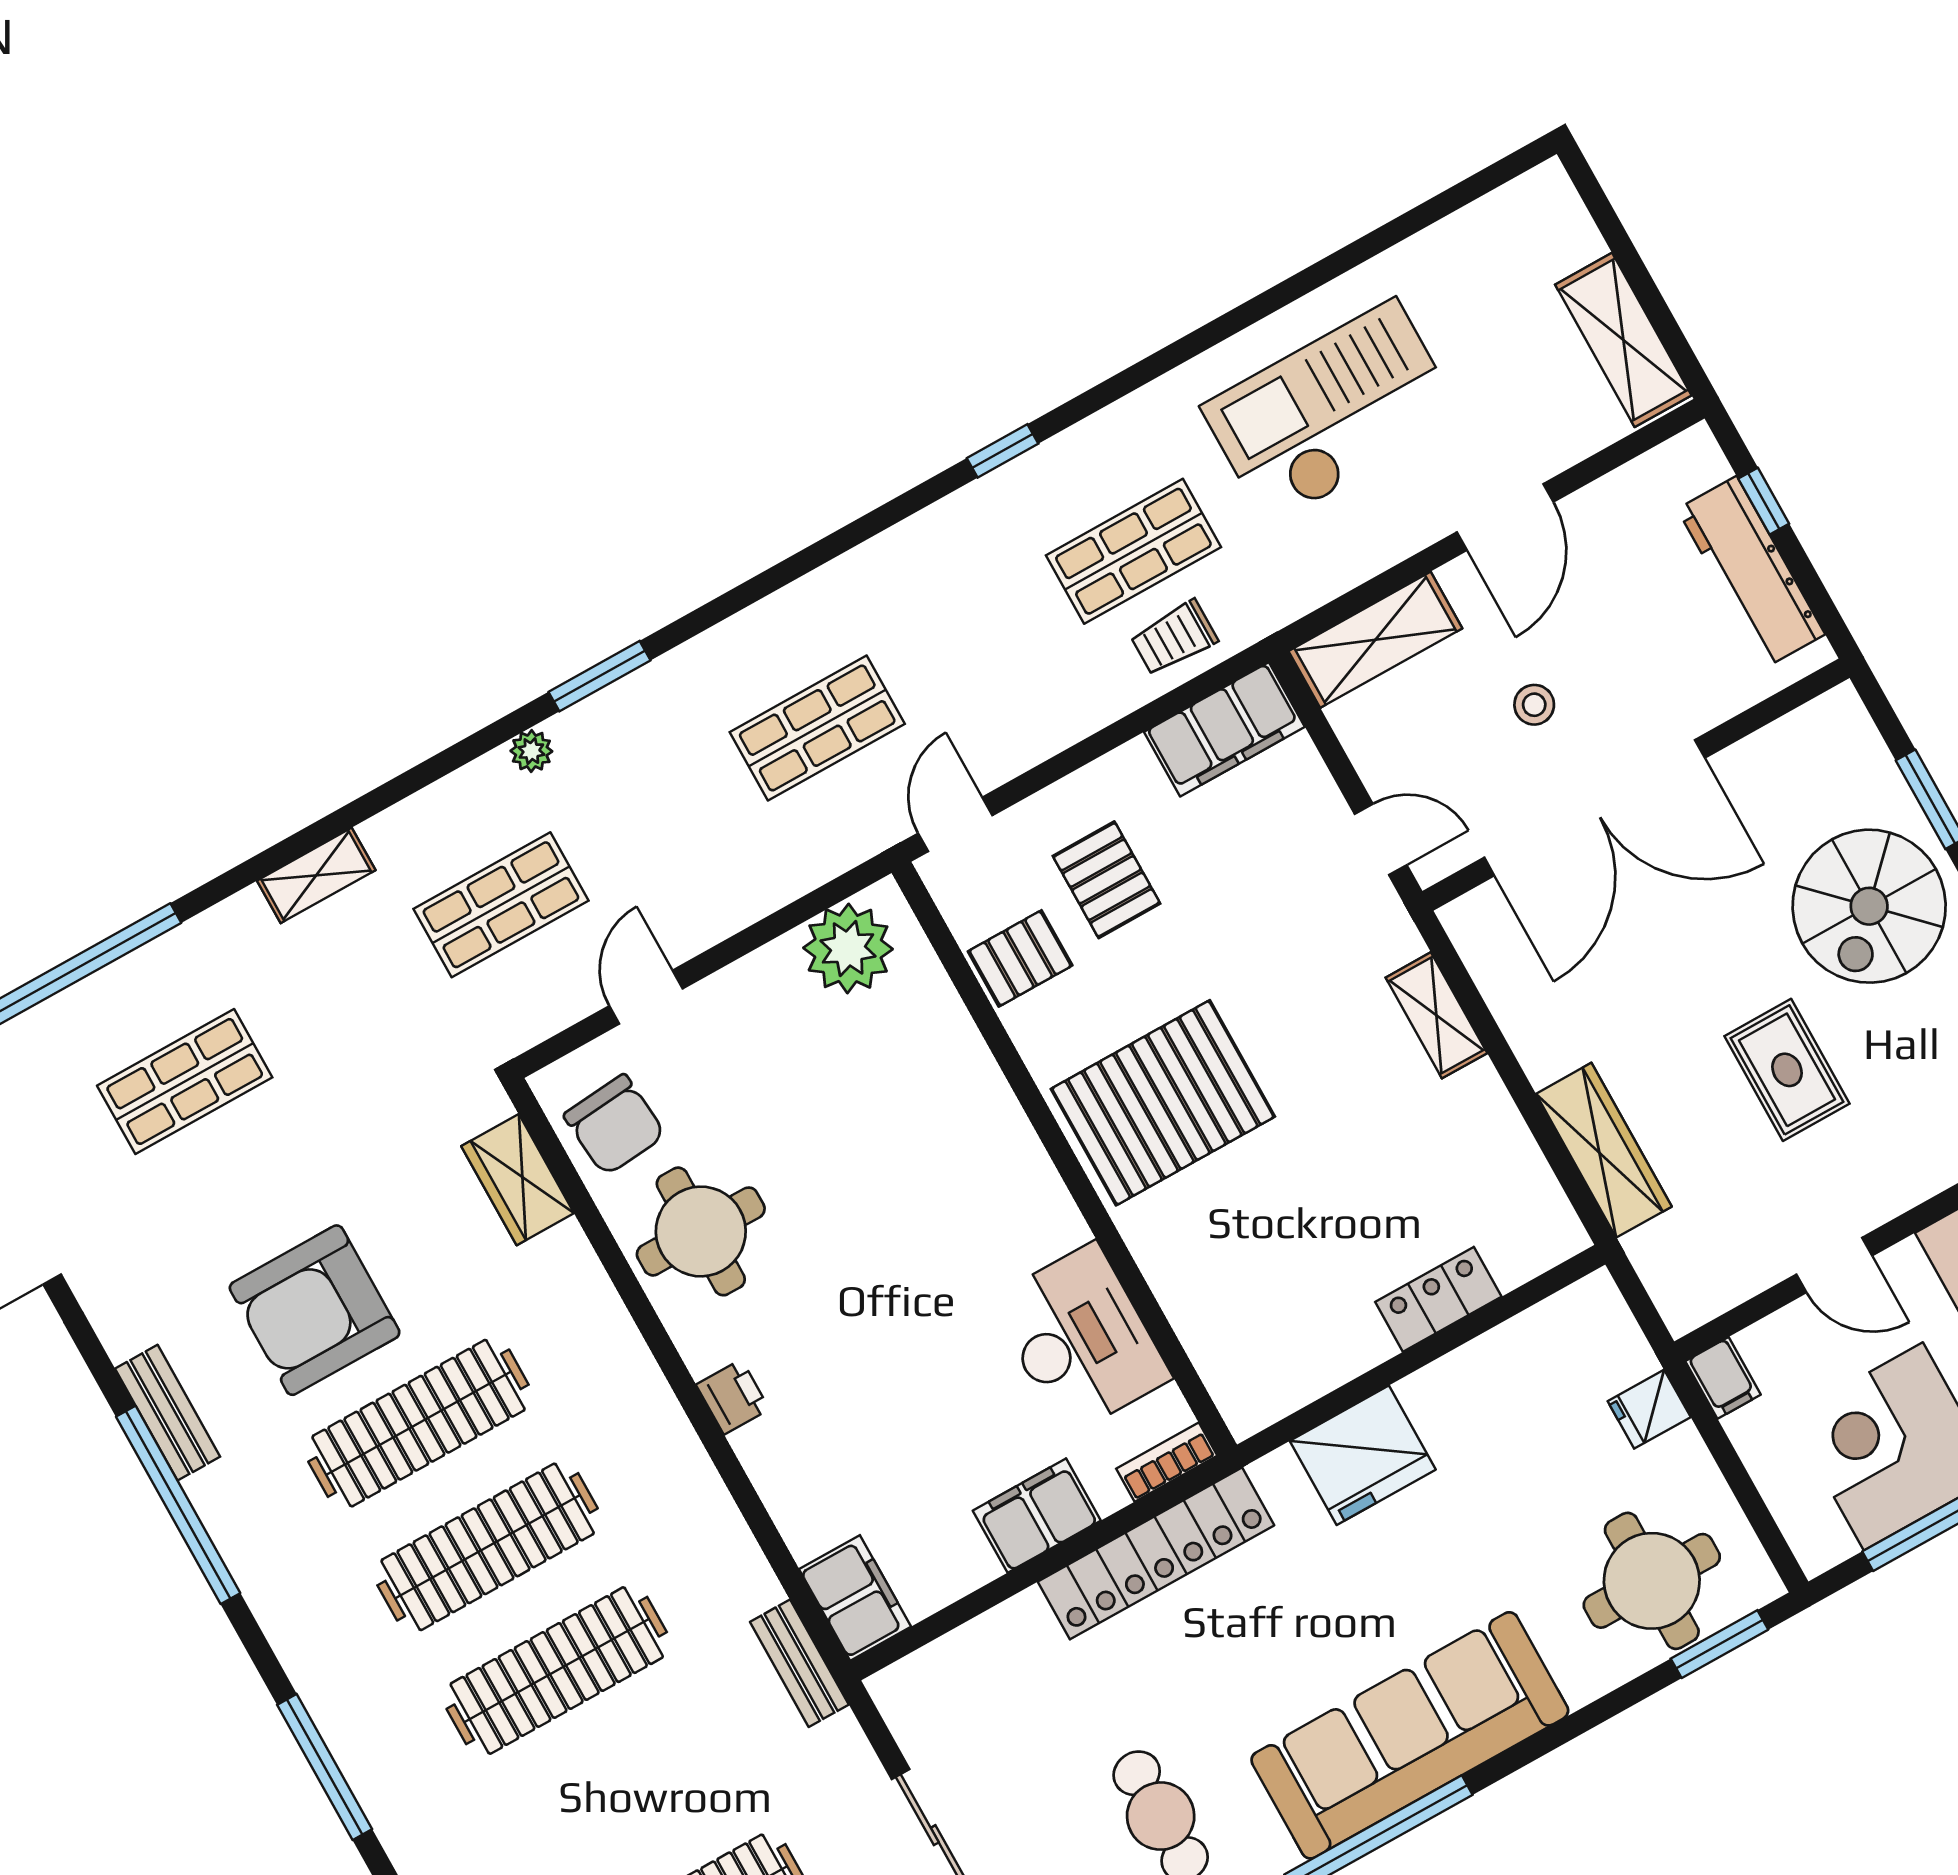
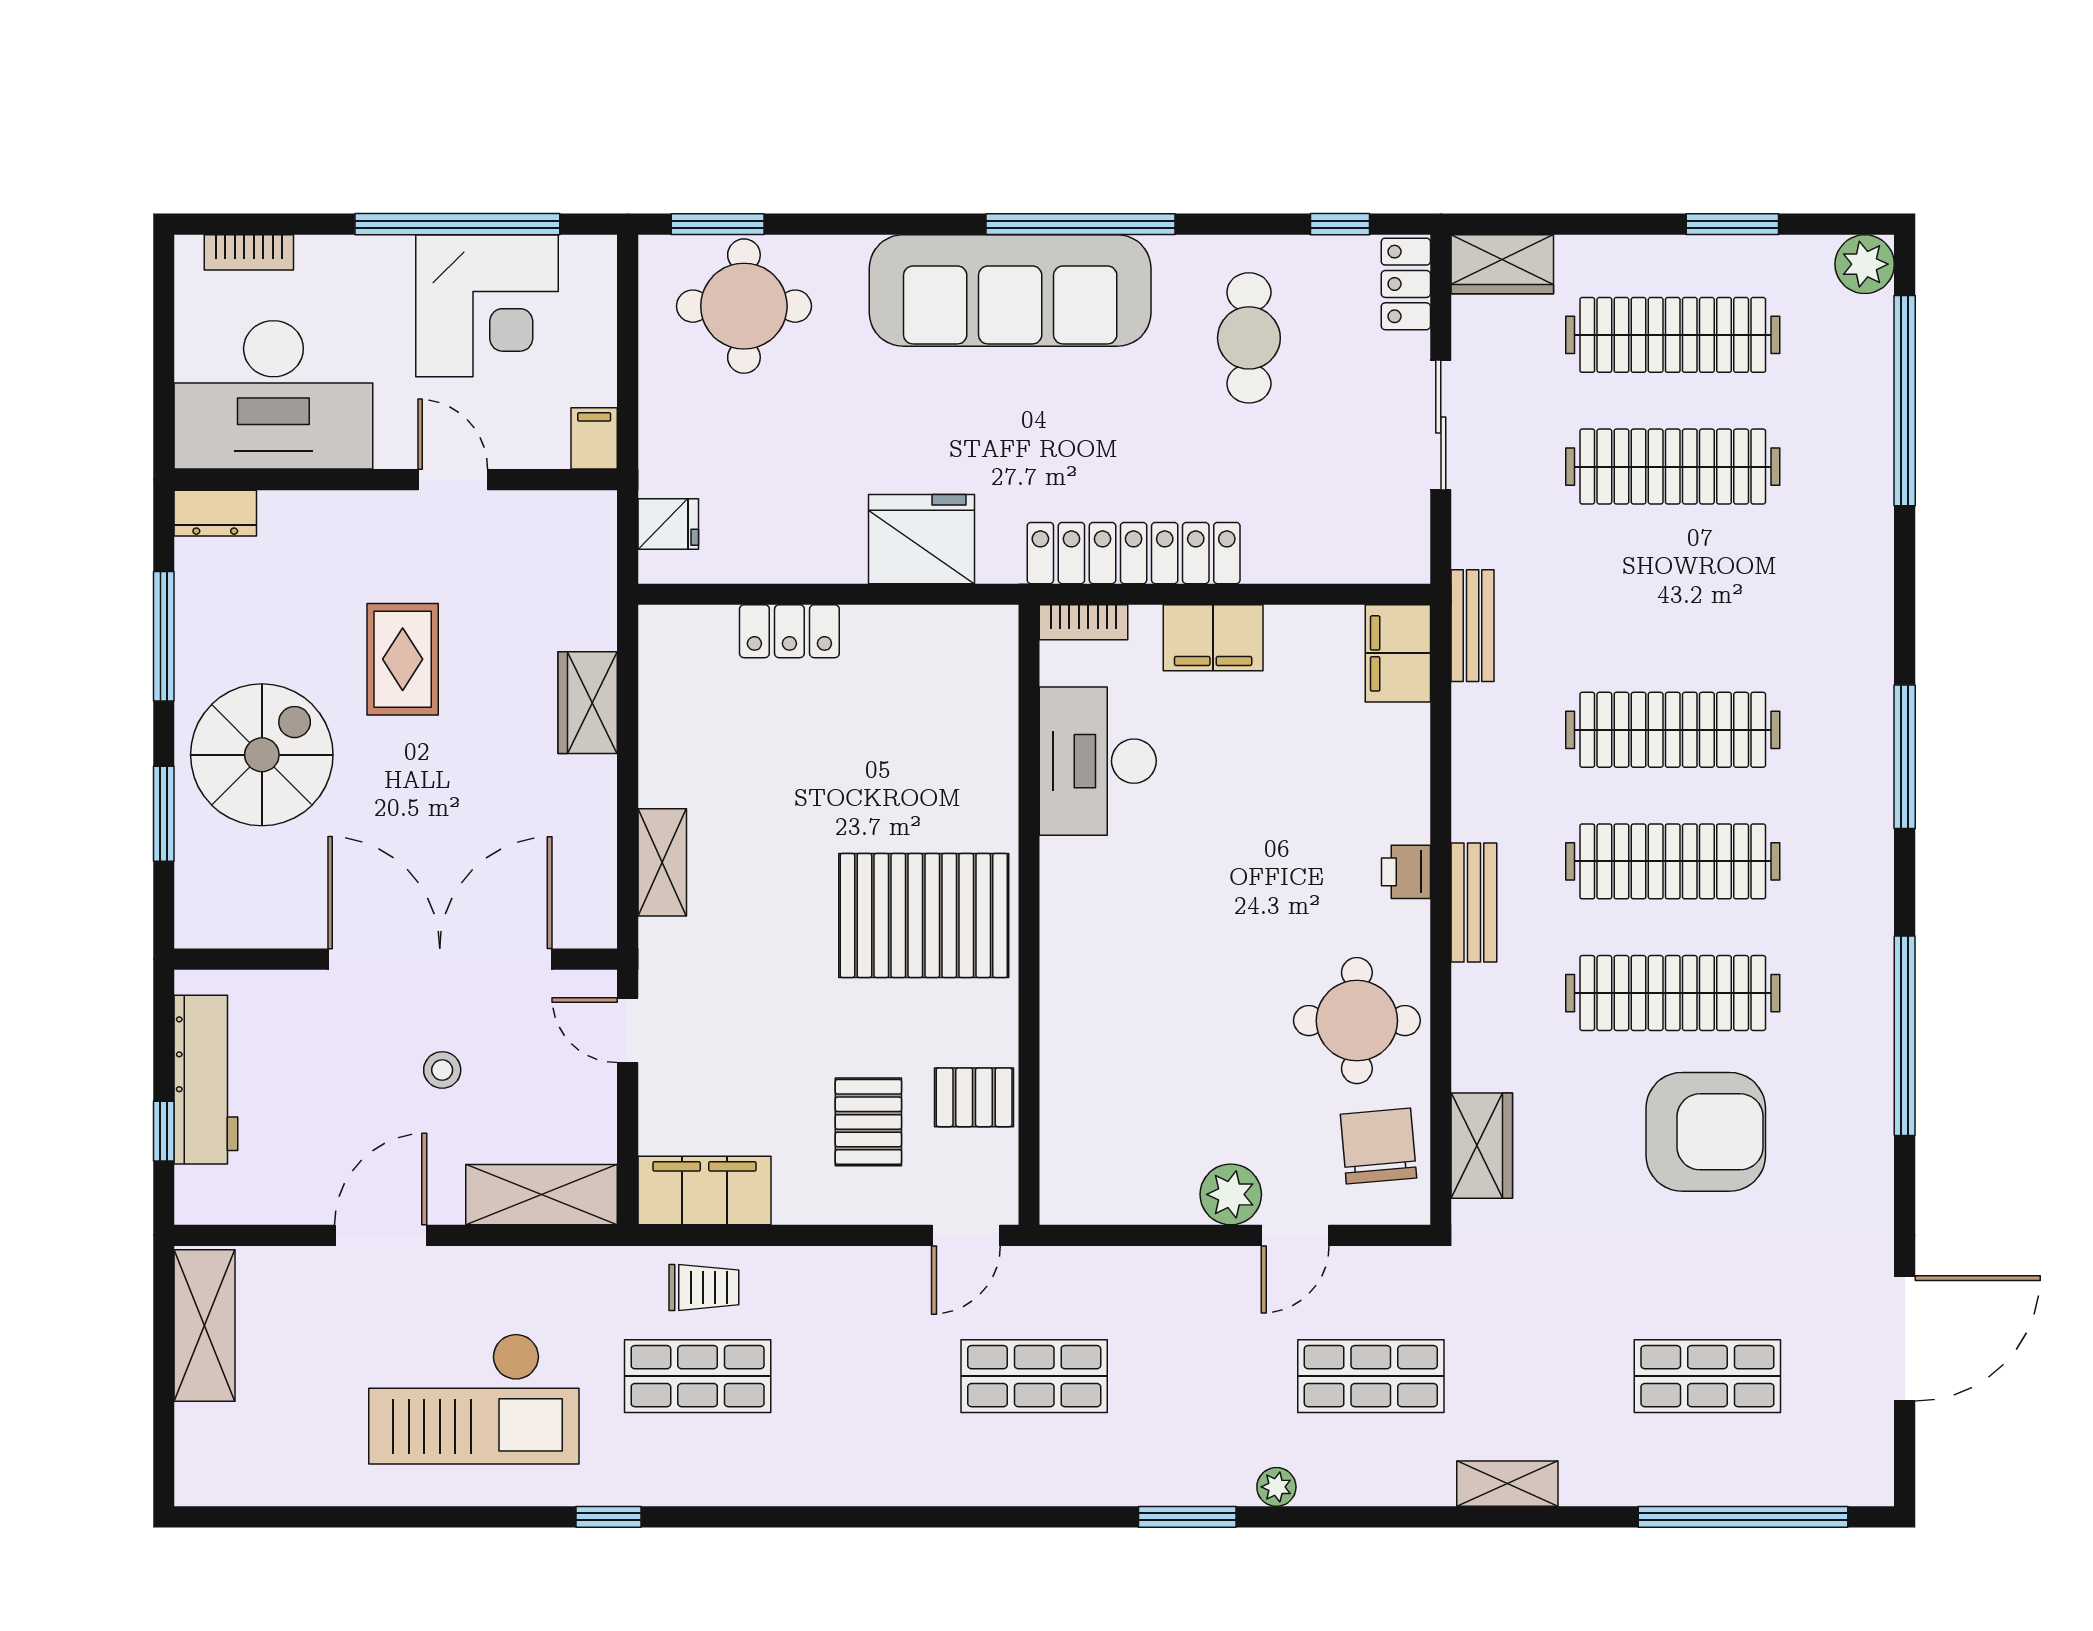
window: (1003, 451) -> (609, 1517), moved
plant: (848, 948) -> (1231, 1194), moved, width x0.73, depth x0.73
wardrobe: (1604, 1150) -> (588, 703), width x0.67
fridge: (1649, 1409) -> (668, 524), moved
bench: (168, 1413) -> (1474, 902), moved

